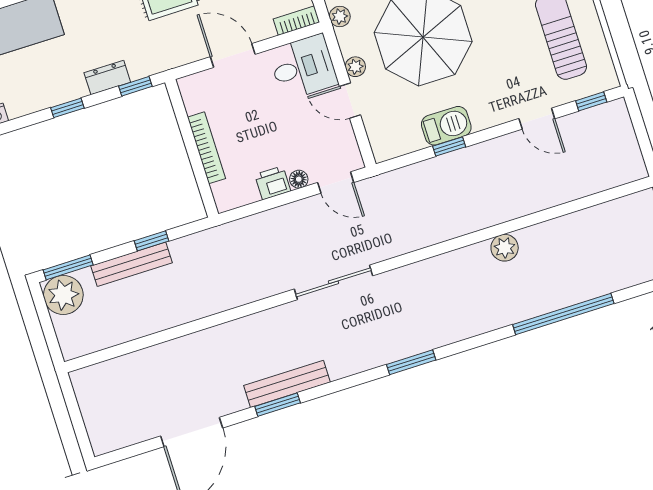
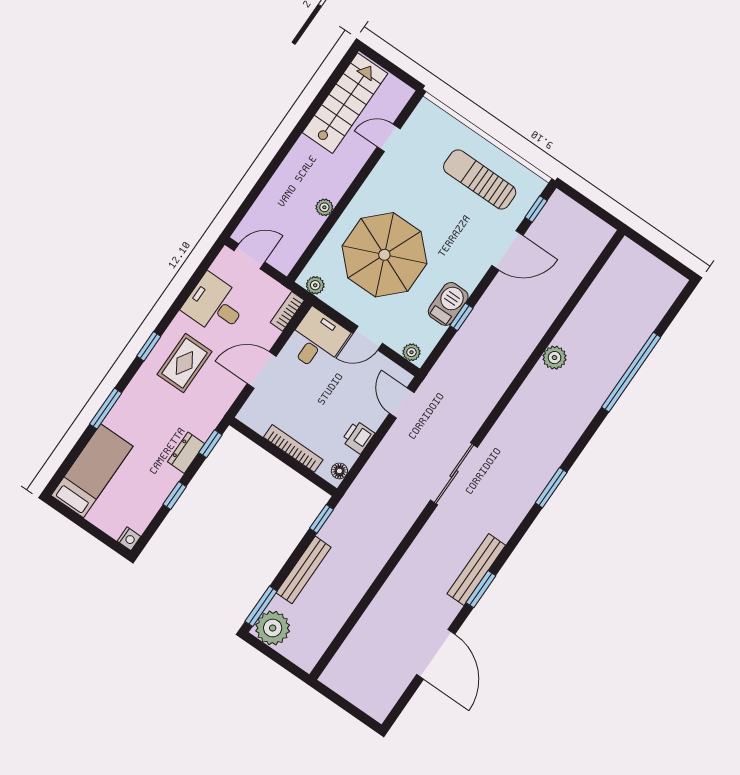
plant: (355, 67) -> (411, 352), moved
door: (537, 119) -> (507, 250), width x1.38
floor lamp: (299, 179) -> (339, 471), moved
door: (336, 182) -> (402, 403), swing flipped
window: (152, 241) -> (322, 519), moved

